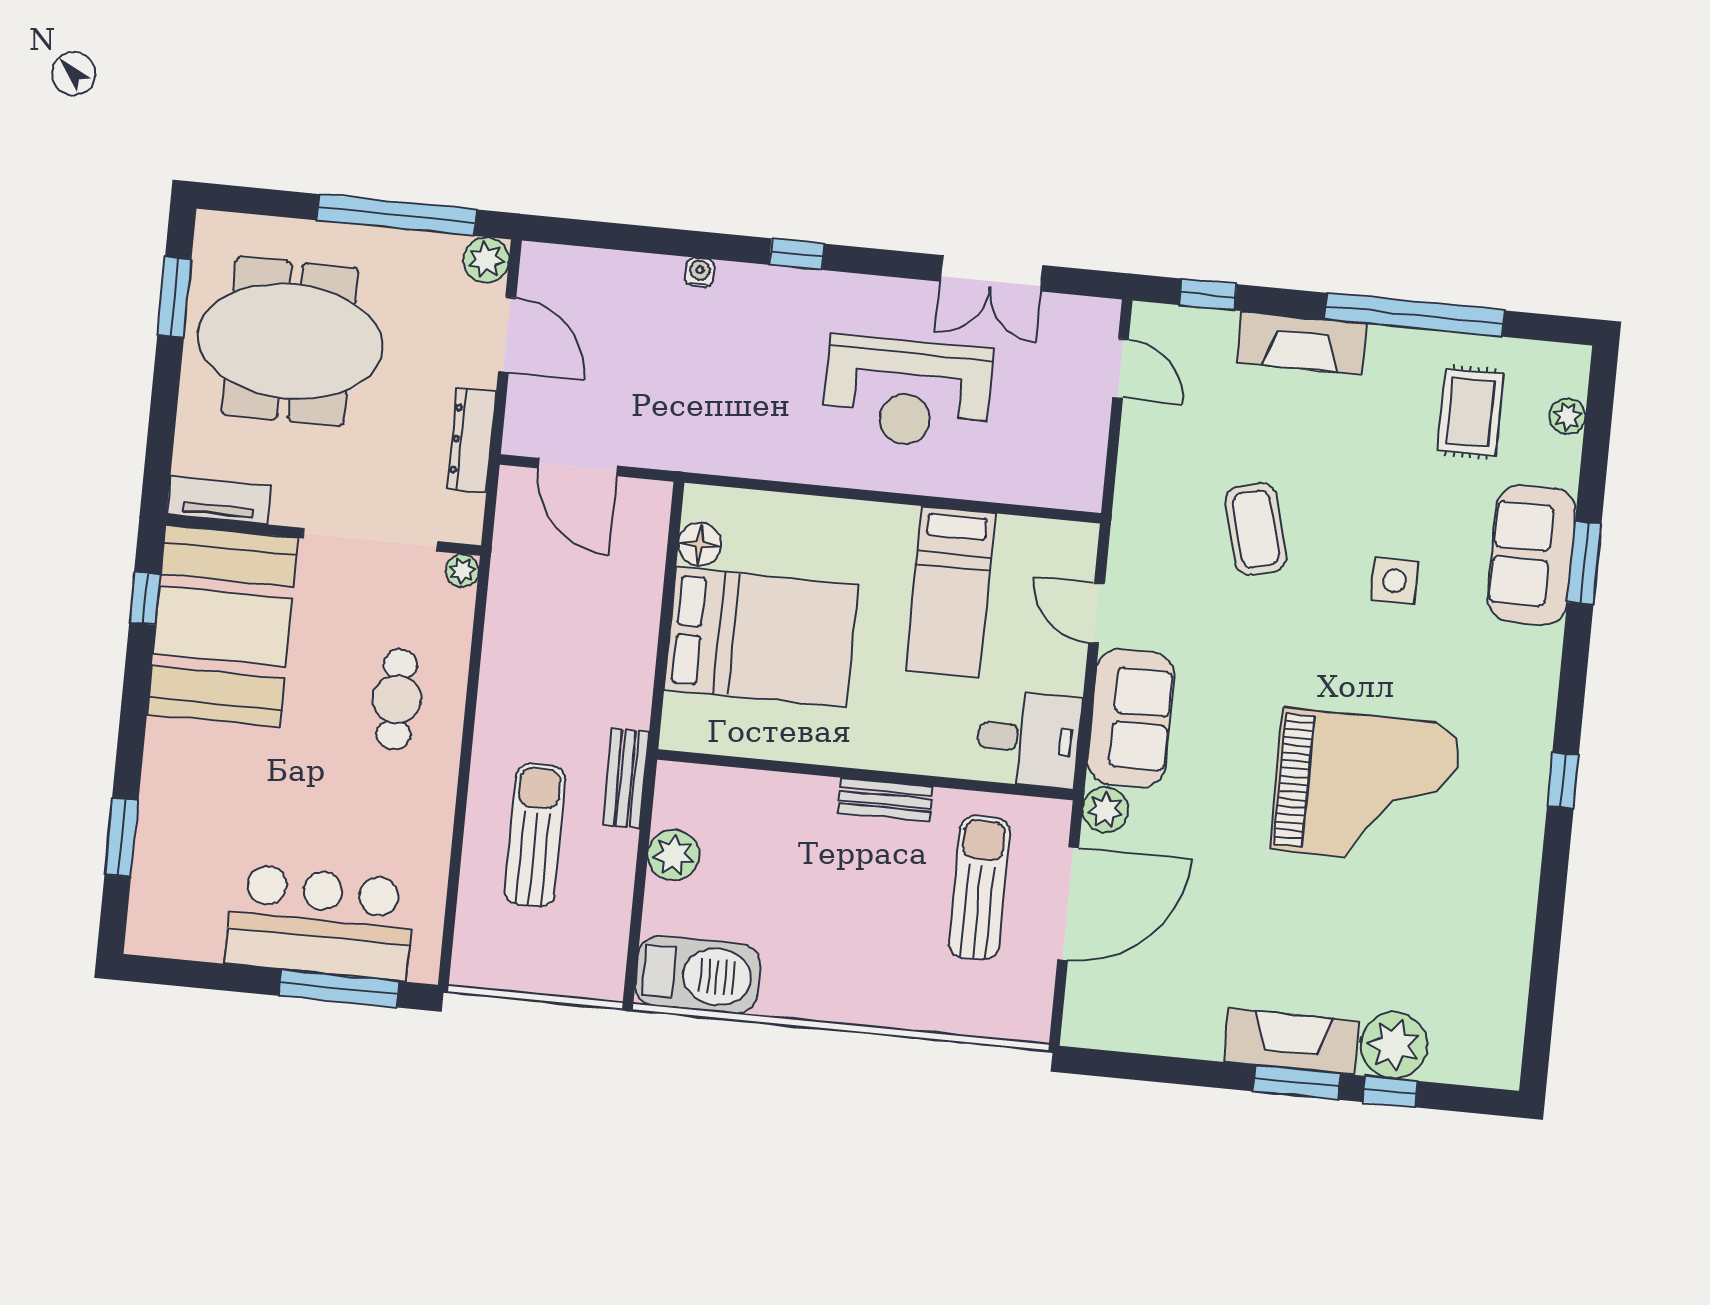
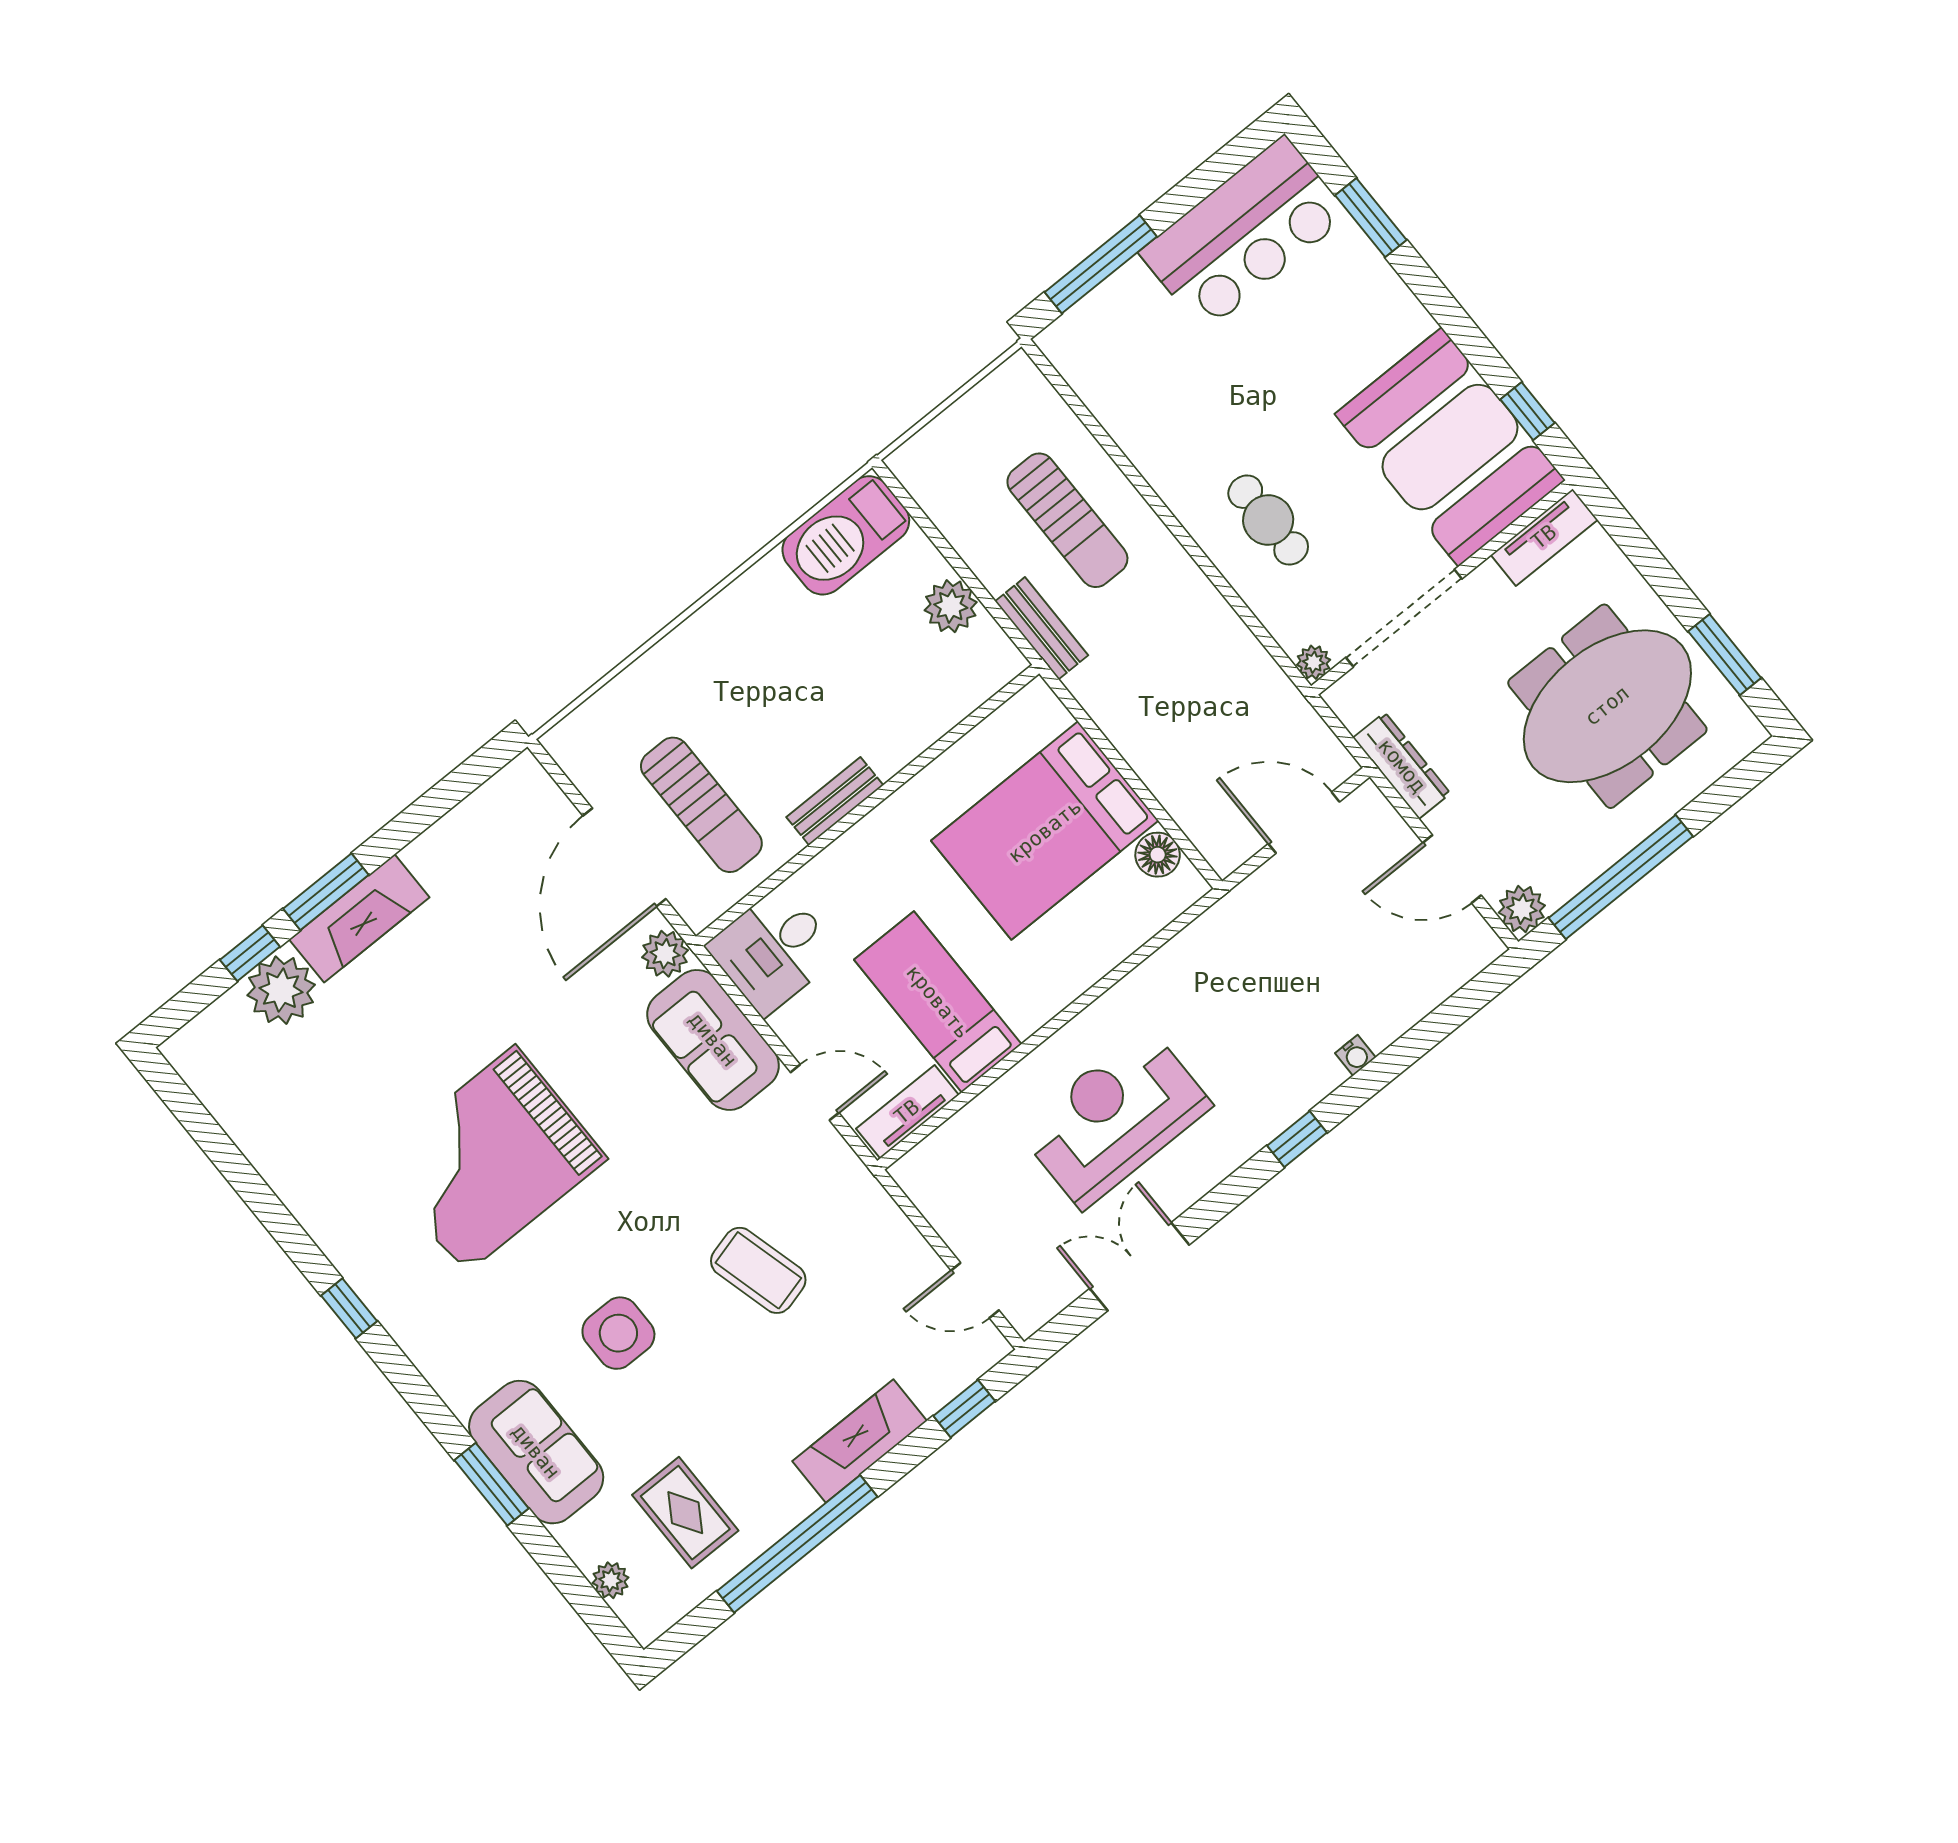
tv unit: (1046, 537) -> (907, 1112), added
side table: (1395, 581) -> (618, 1333), width x1.37, depth x1.37
bar counter: (320, 922) -> (1244, 234), moved

